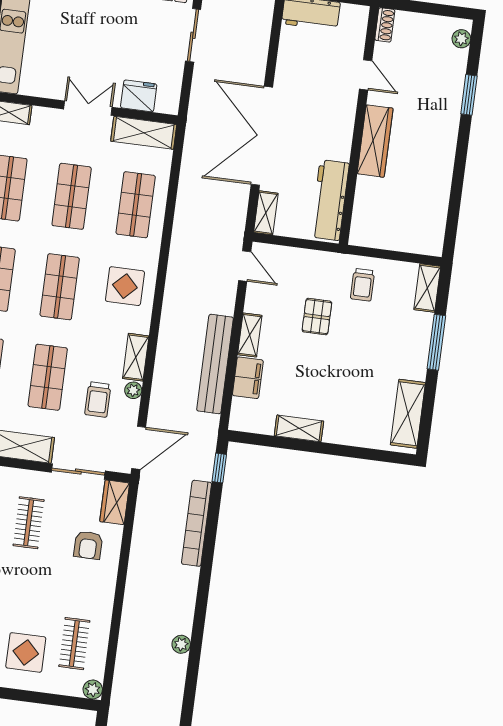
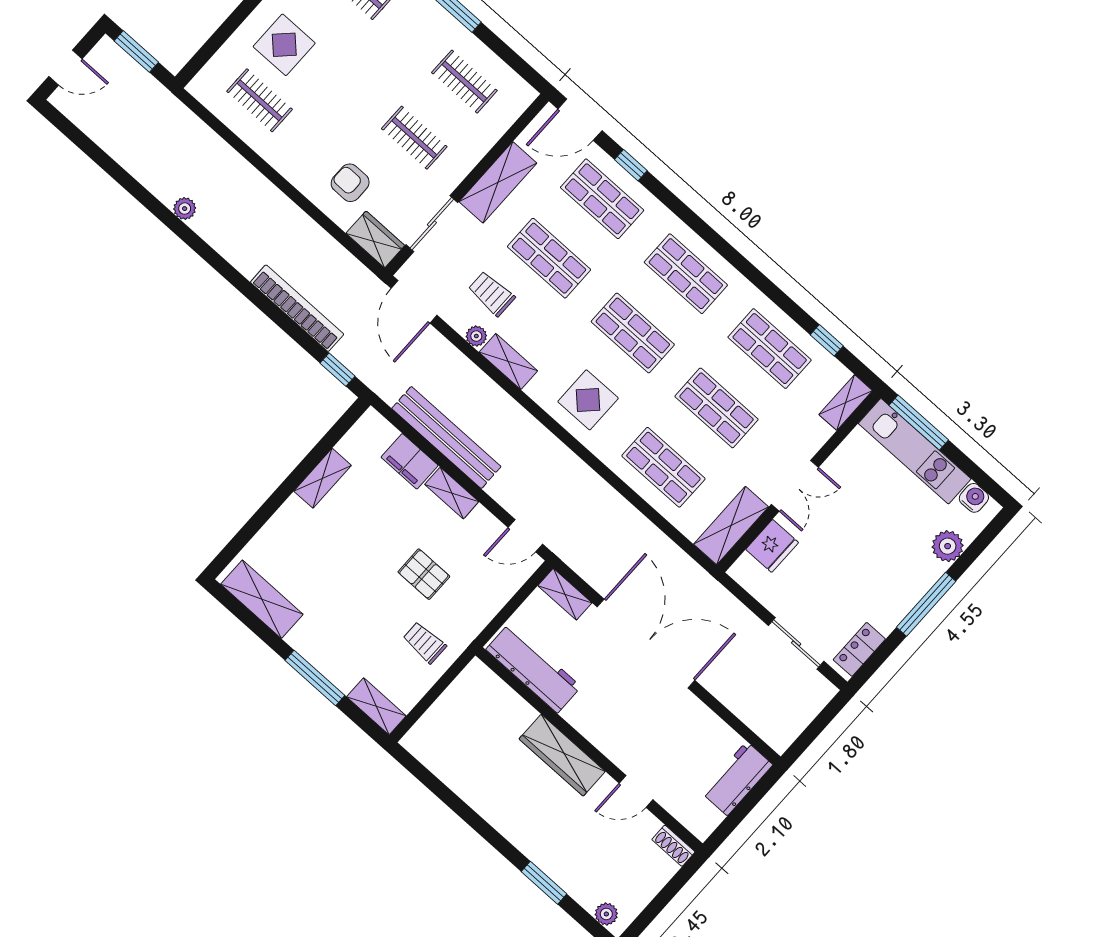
plant: (93, 689) -> (200, 87), removed

